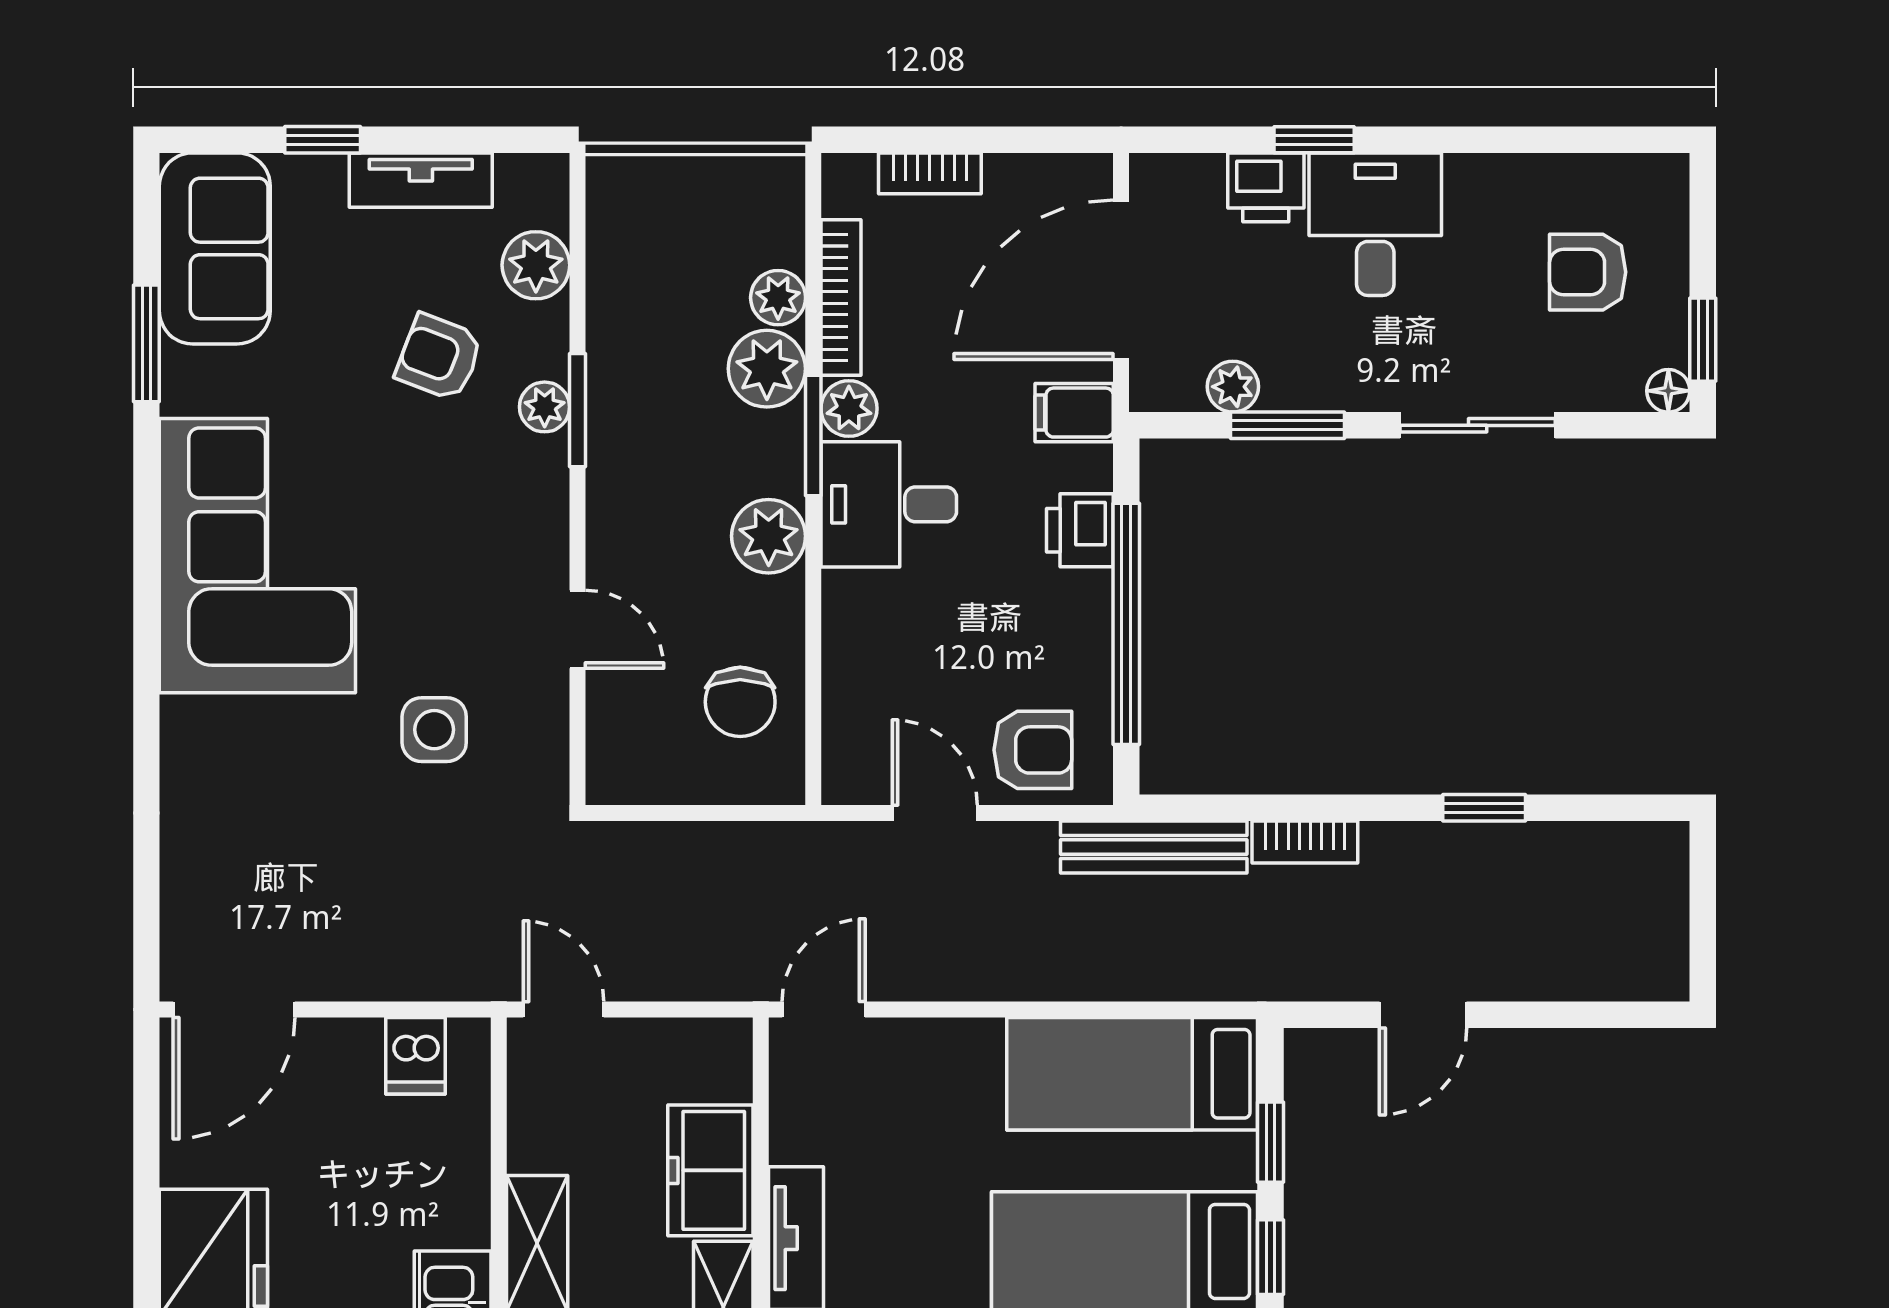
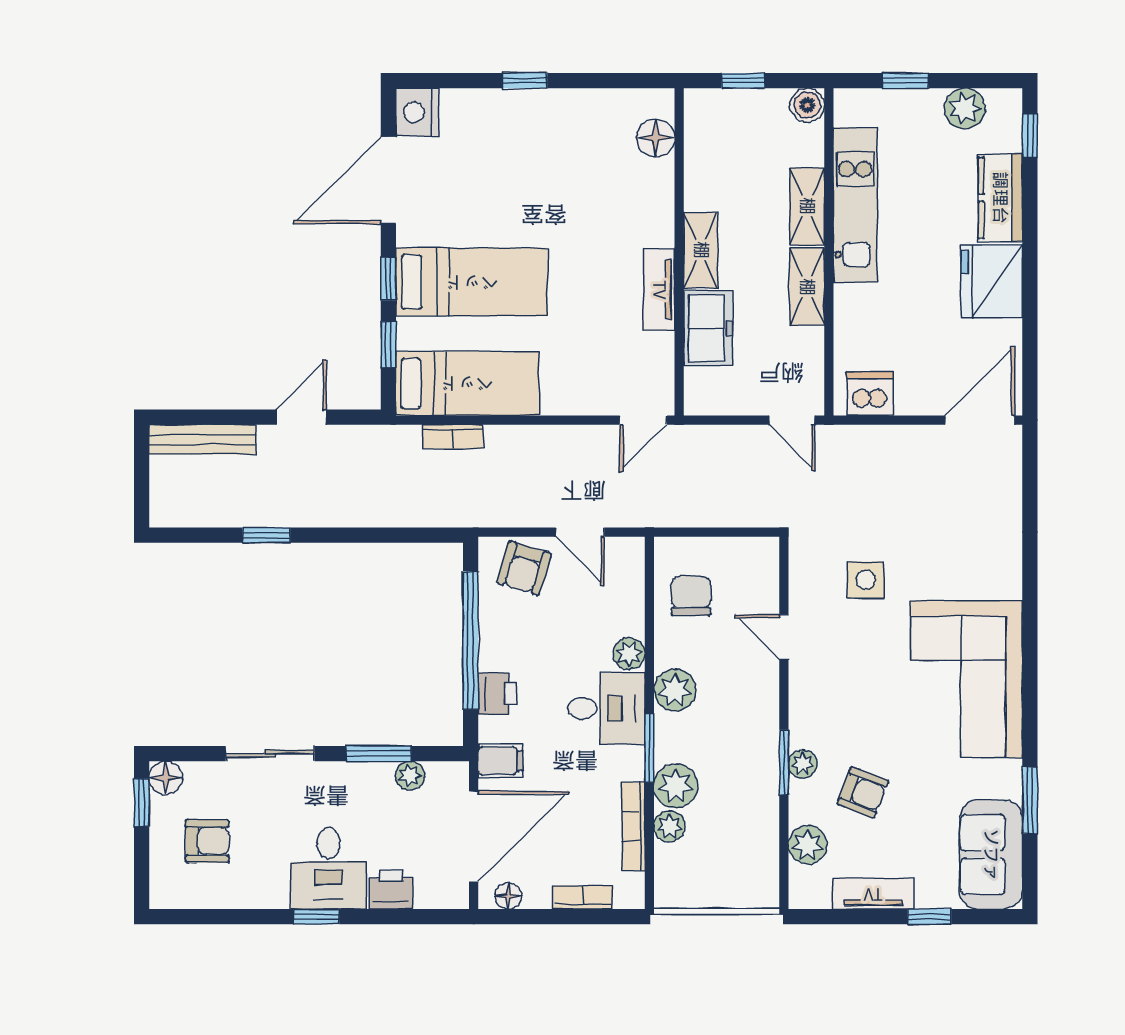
window: (1314, 140) -> (316, 917), moved
floor lamp: (1060, 176) -> (508, 896), added
floor lamp: (1668, 391) -> (166, 778), width x1.37, depth x1.37
plant: (849, 409) -> (629, 654), moved
armchair: (1033, 750) -> (524, 568), turned -73
bookcase: (1305, 842) -> (453, 437), moved, turned 180
bench: (1154, 847) -> (202, 439), moved
dishwasher: (415, 1056) -> (870, 394), width x1.38

